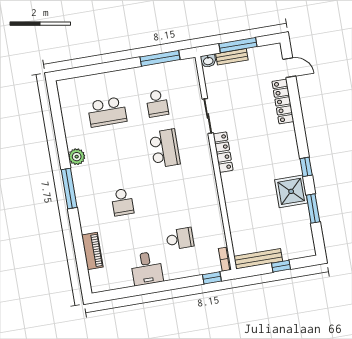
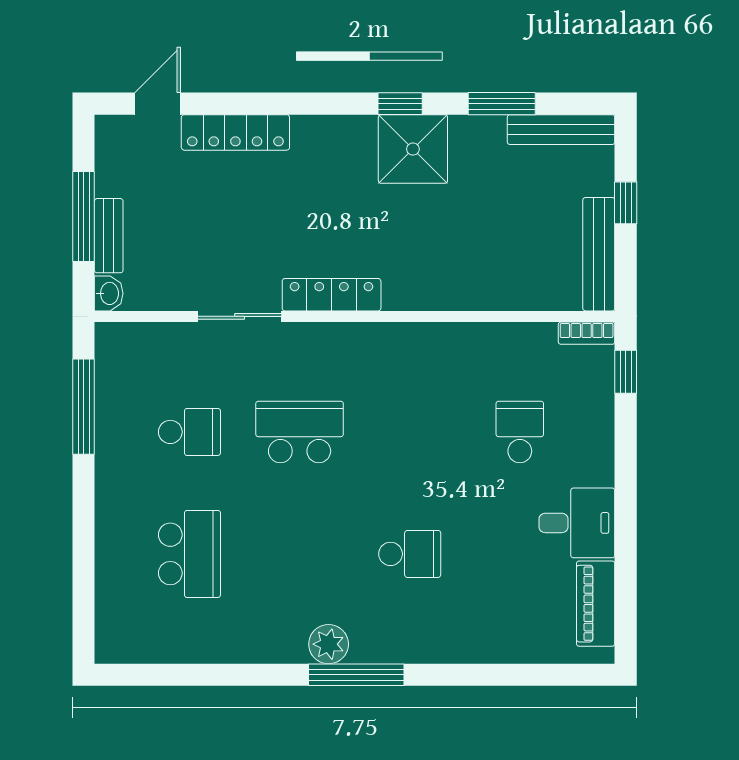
plant: (77, 157) -> (329, 644), moved
shower: (291, 191) -> (413, 149), moved
bench: (307, 235) -> (561, 130), added
piano: (92, 251) -> (596, 604), moved, turned -90

